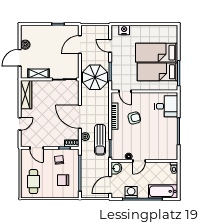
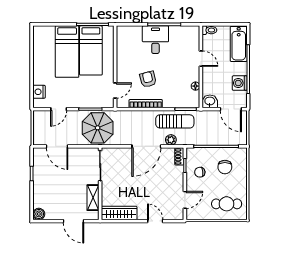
boiler: (25, 45) -> (39, 214), moved
desk: (166, 106) -> (155, 40), moved
door: (139, 161) -> (201, 59), moved

